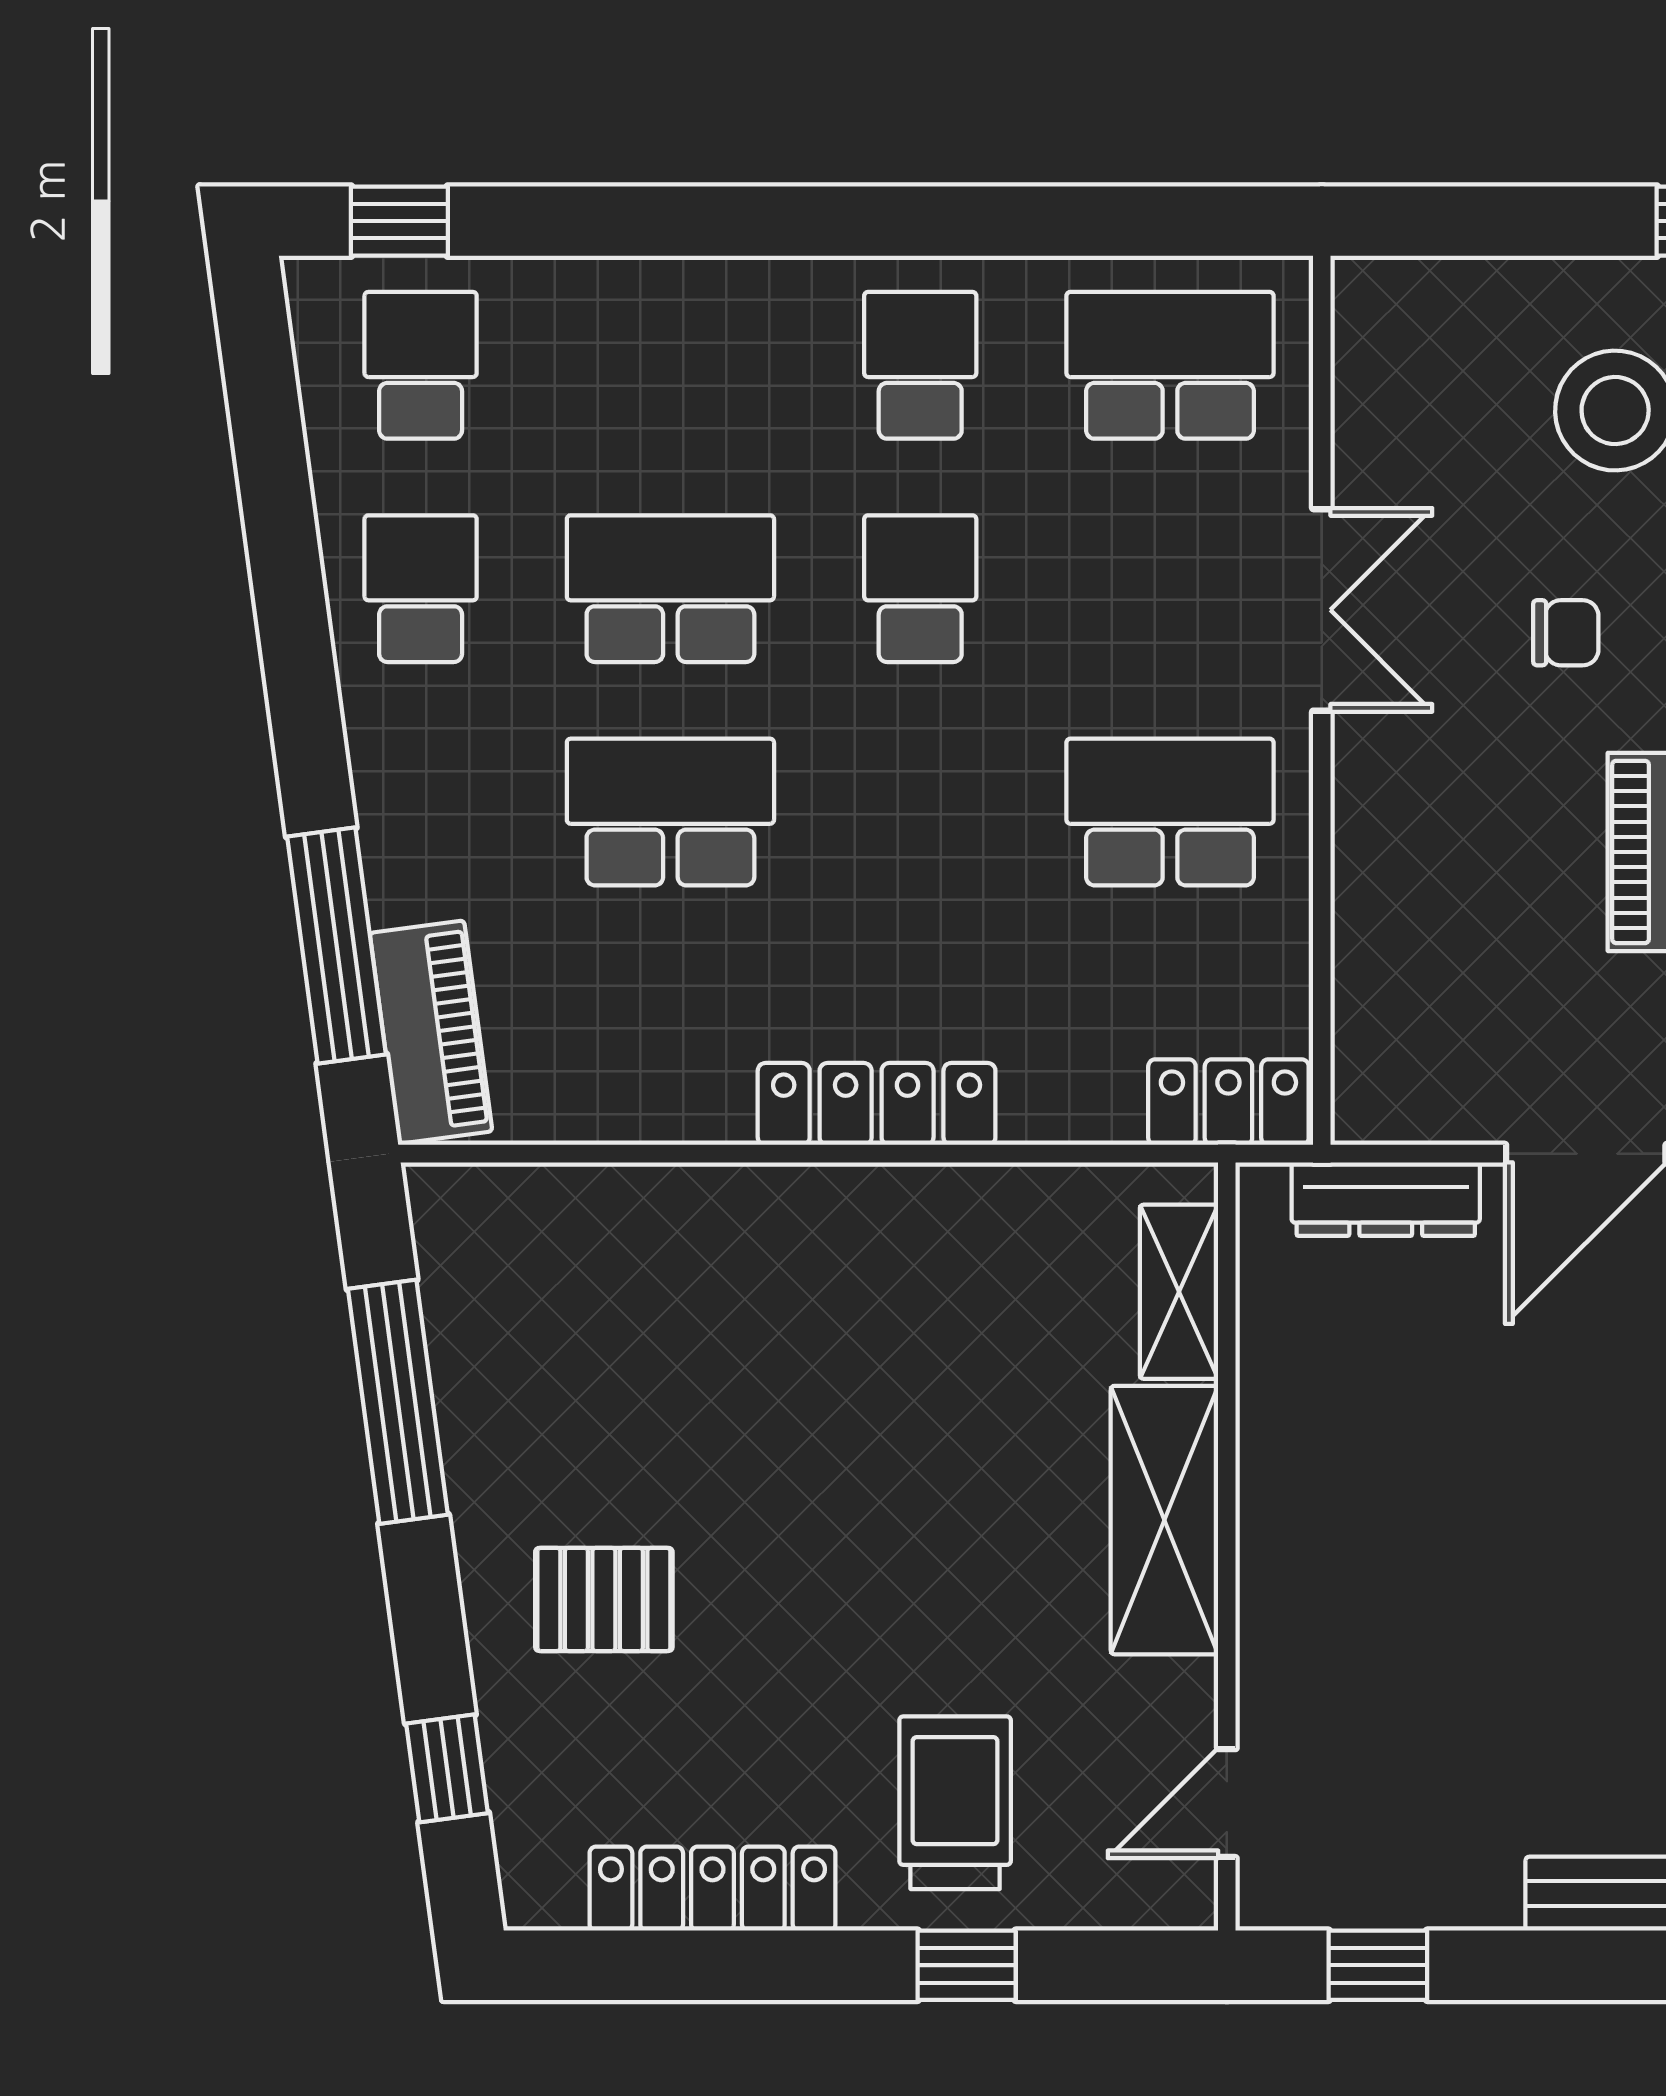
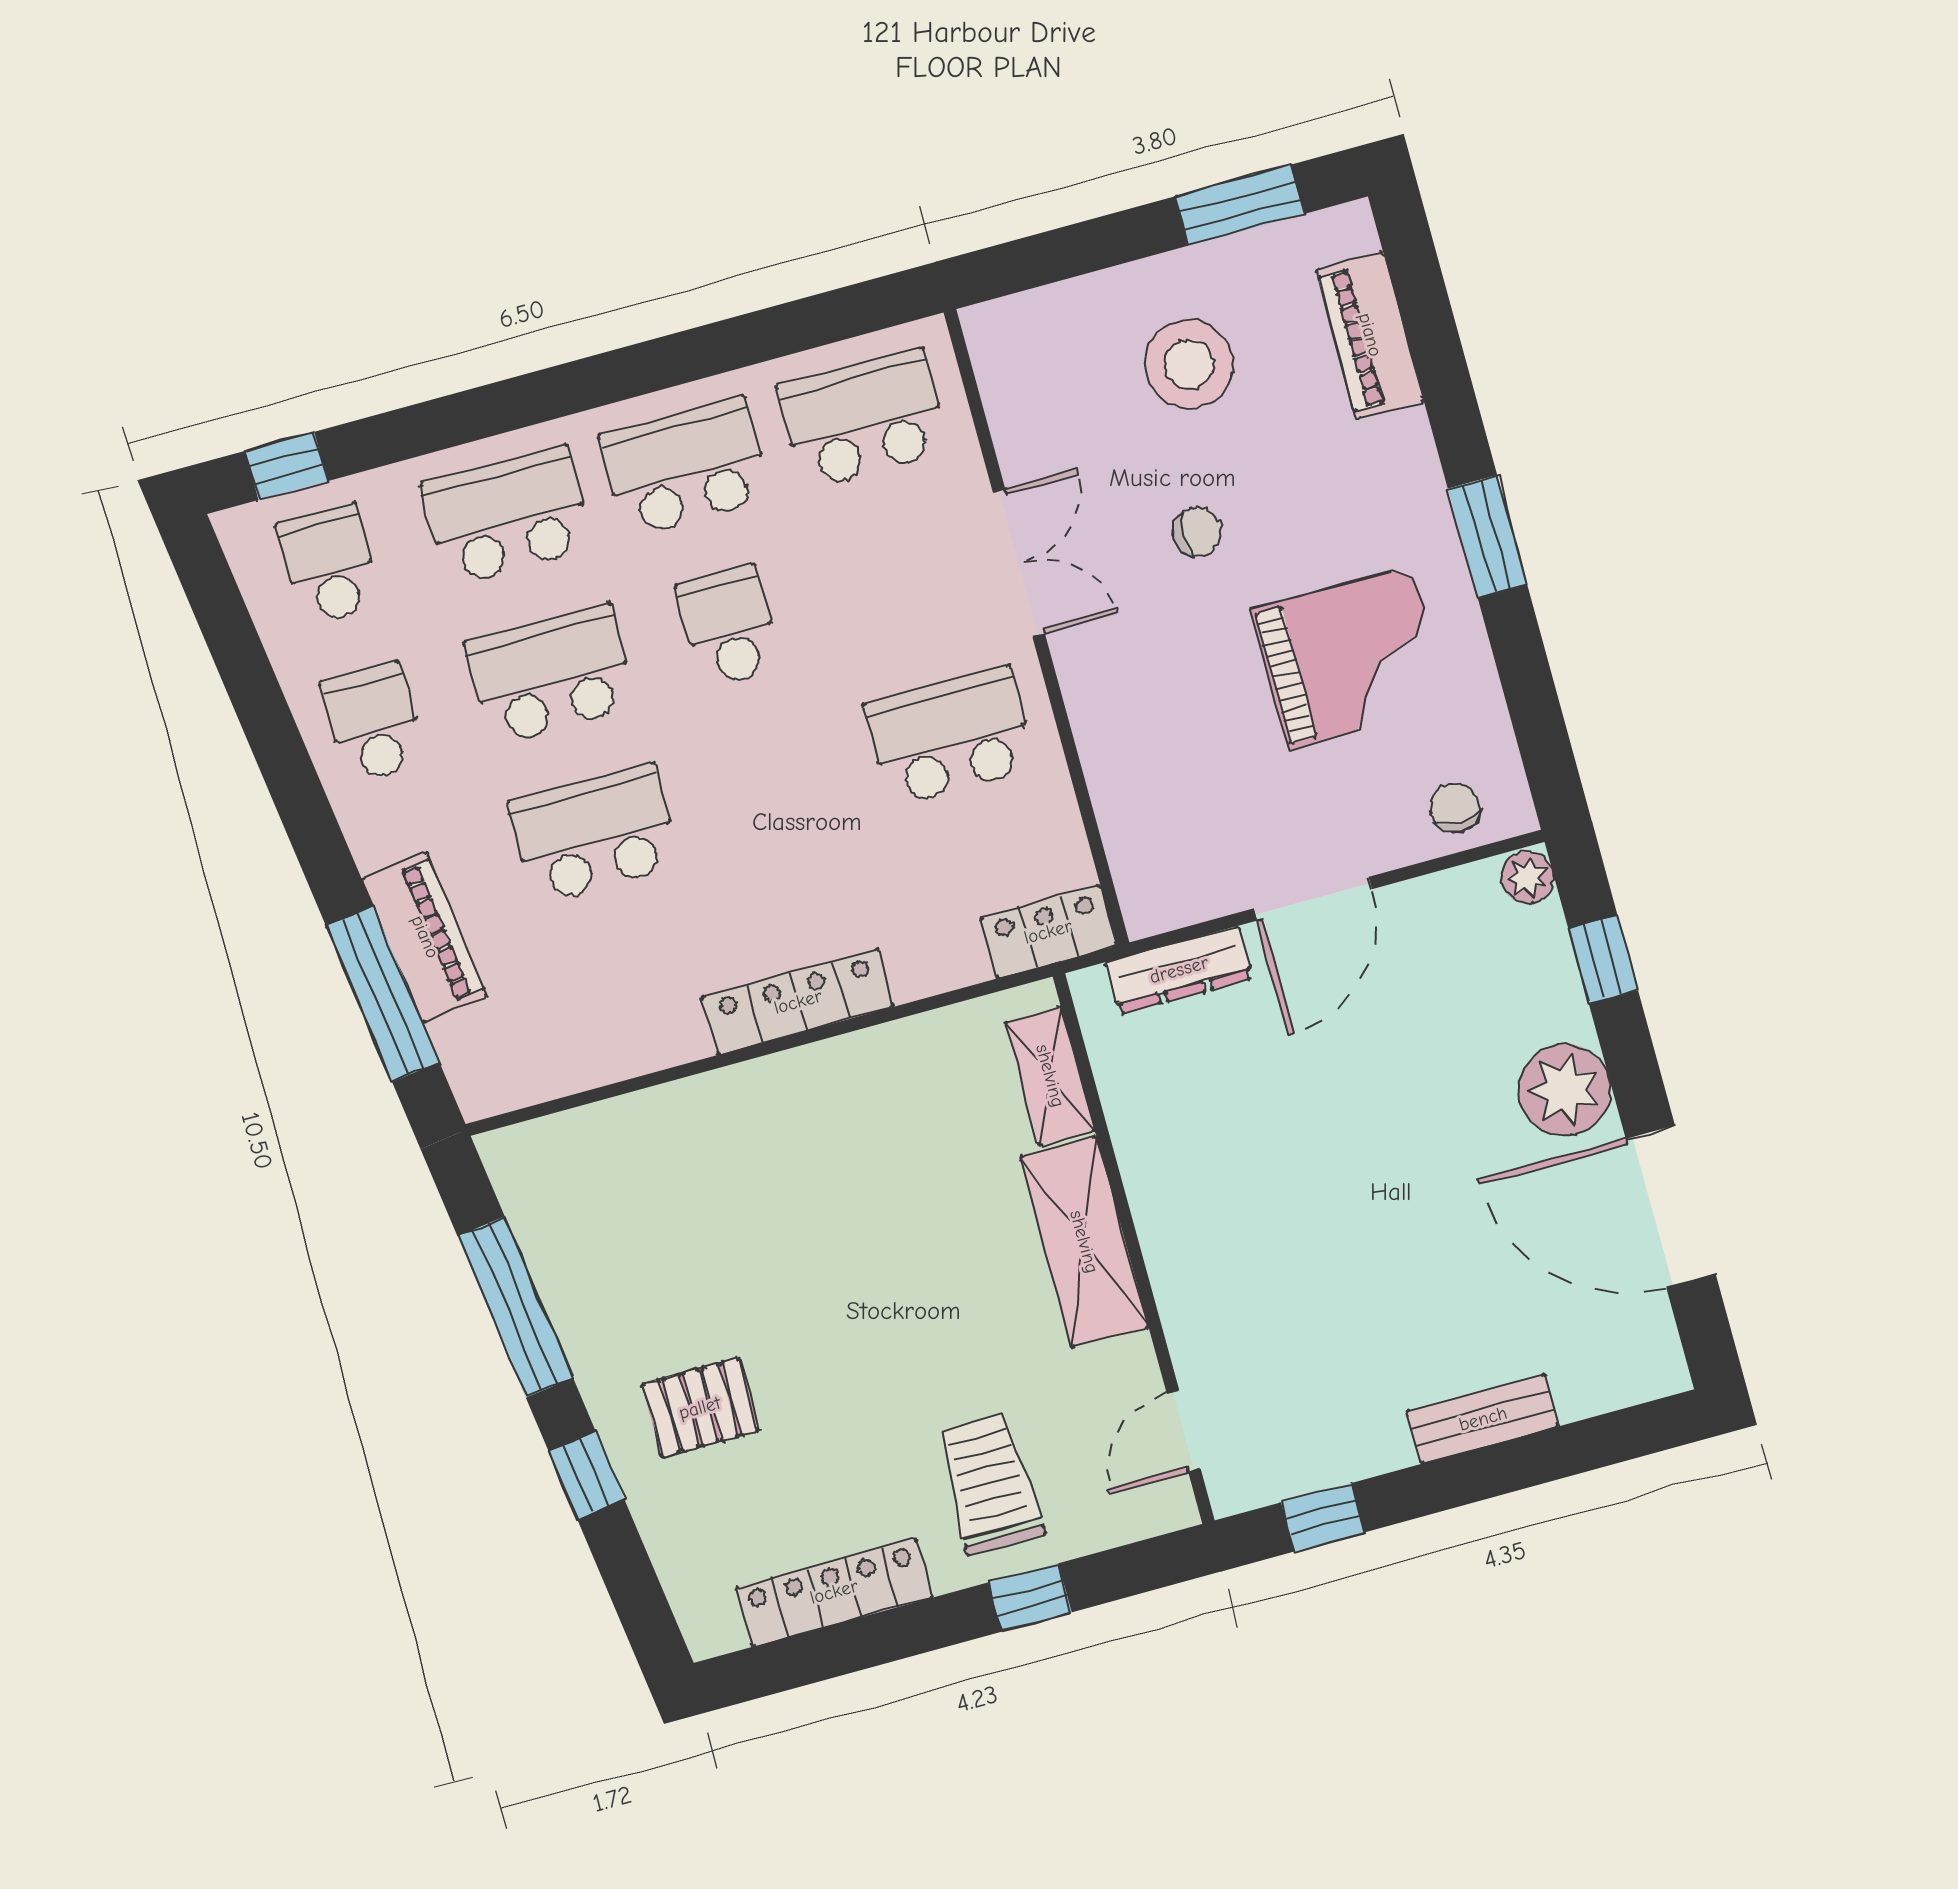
school desk: (670, 365) -> (507, 516), added
school desk: (920, 365) -> (685, 467), width x1.85
piano: (431, 1032) -> (425, 937), moved
window: (447, 1768) -> (587, 1476), moved

